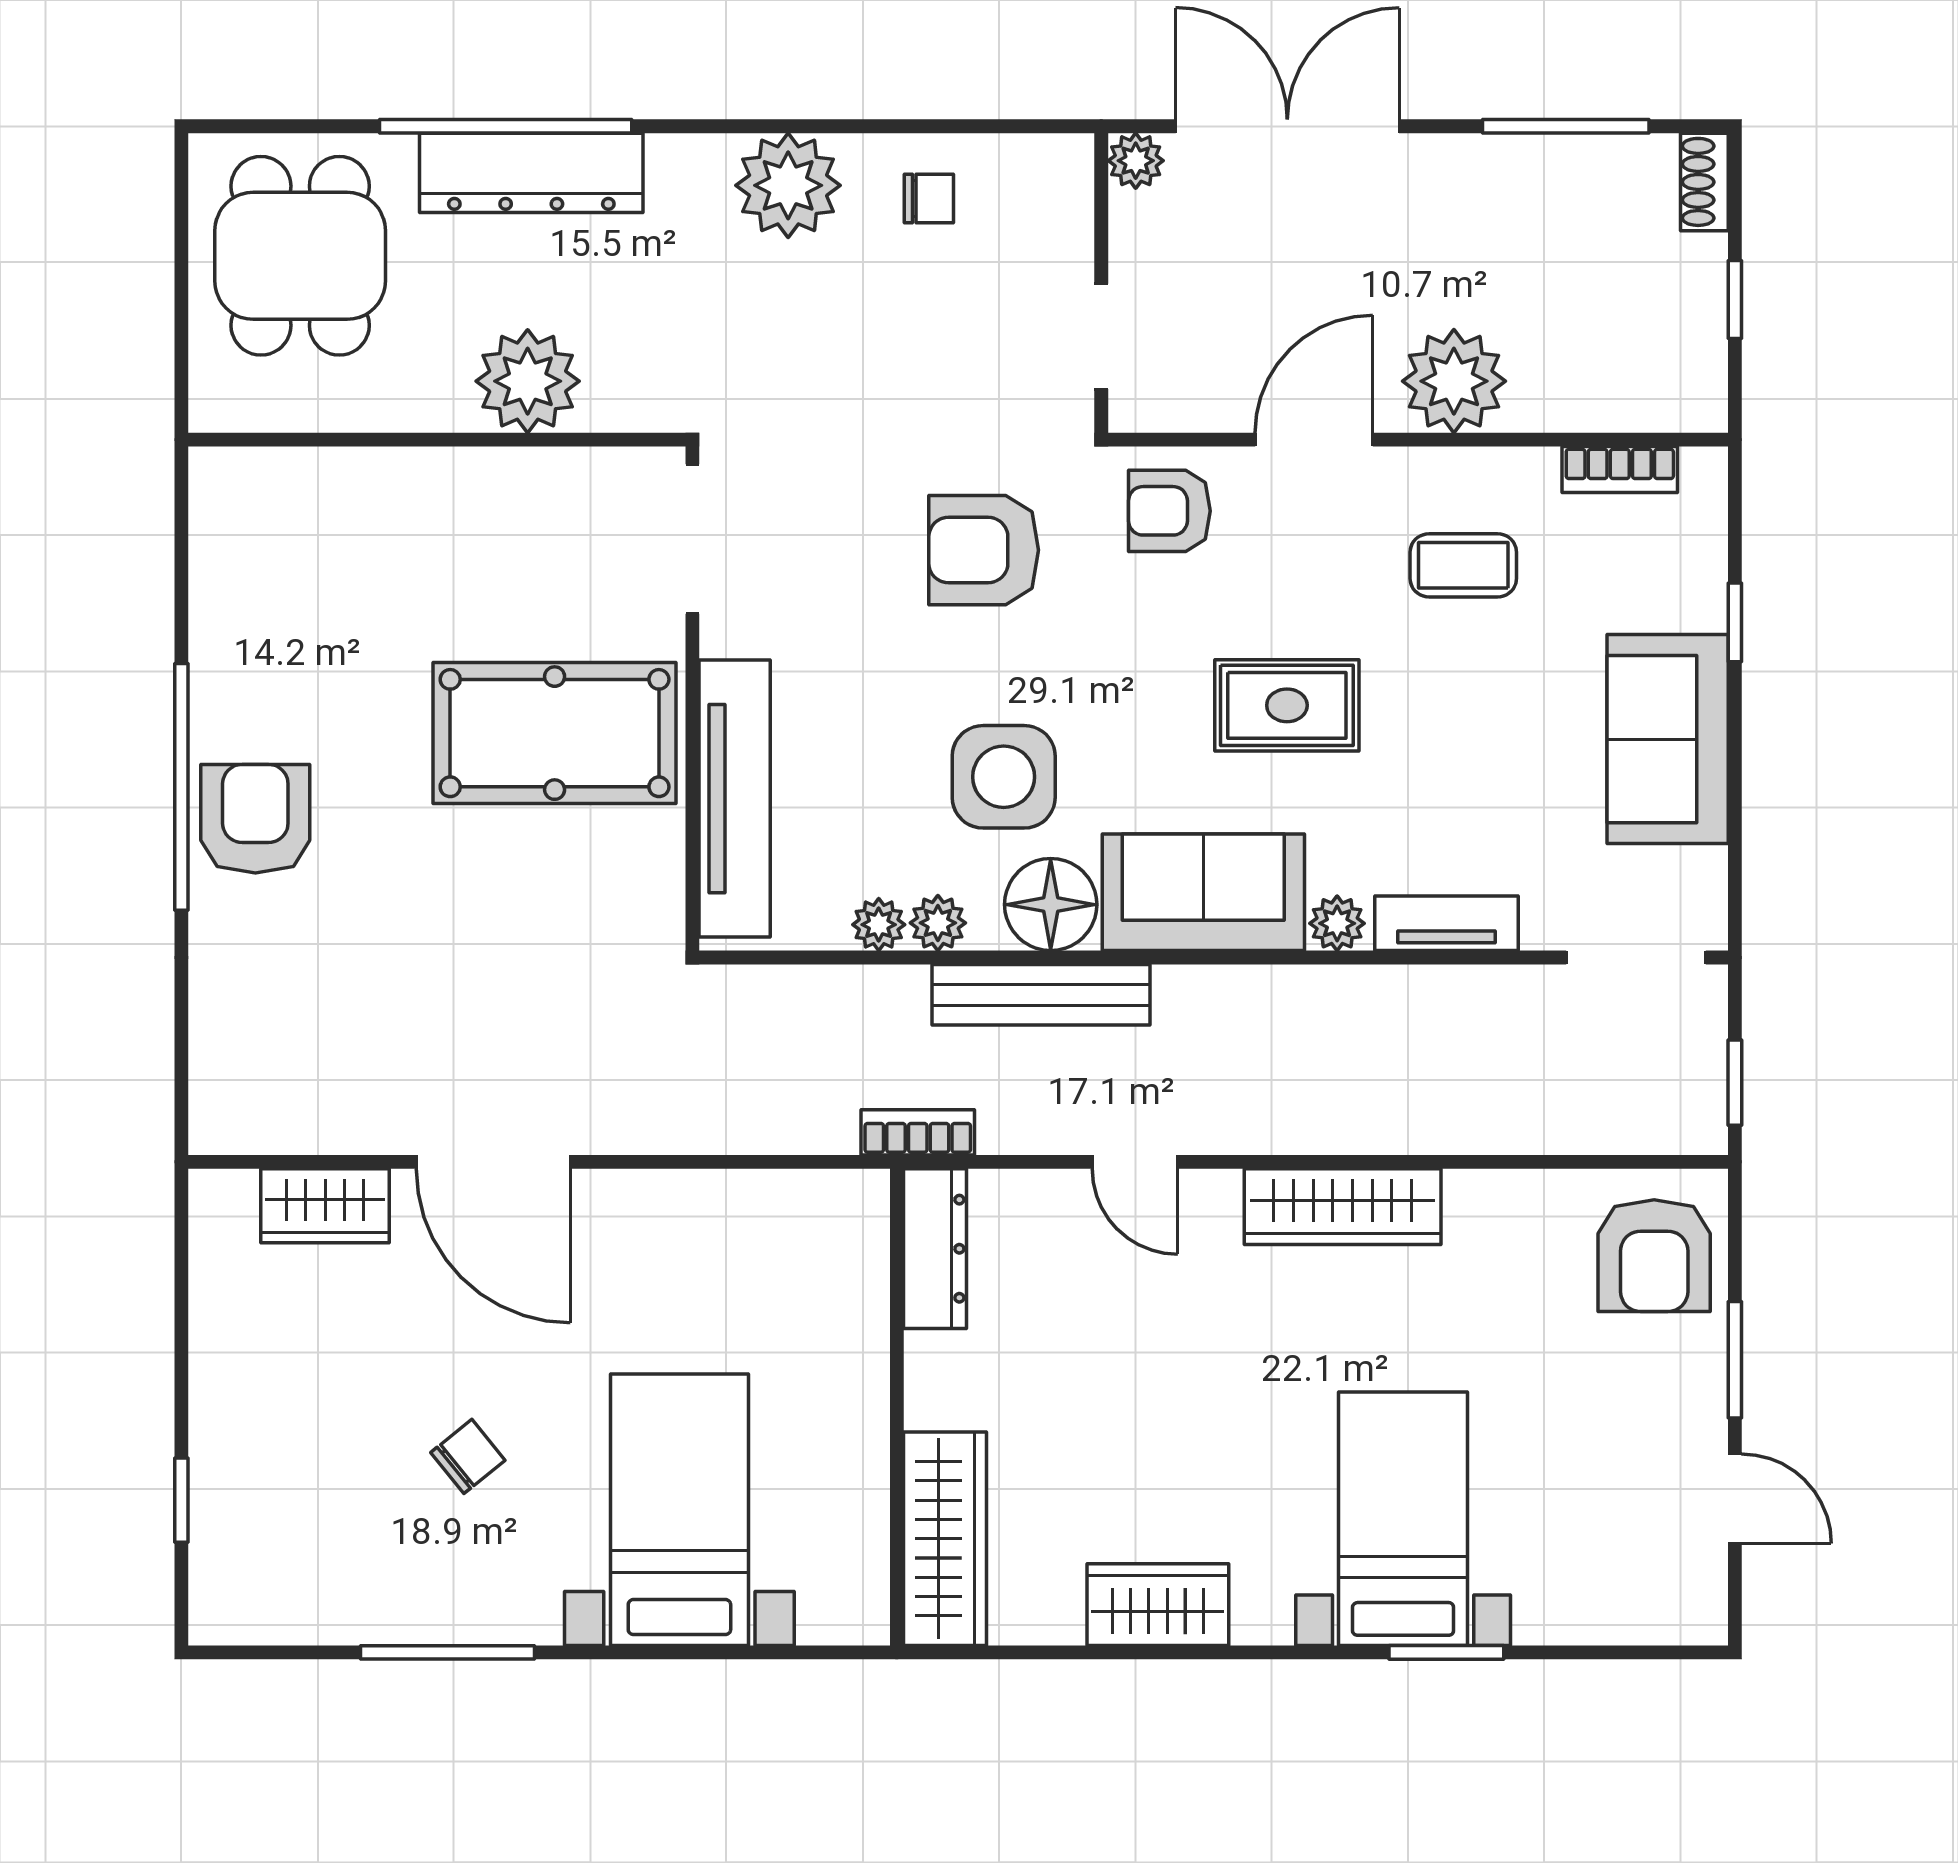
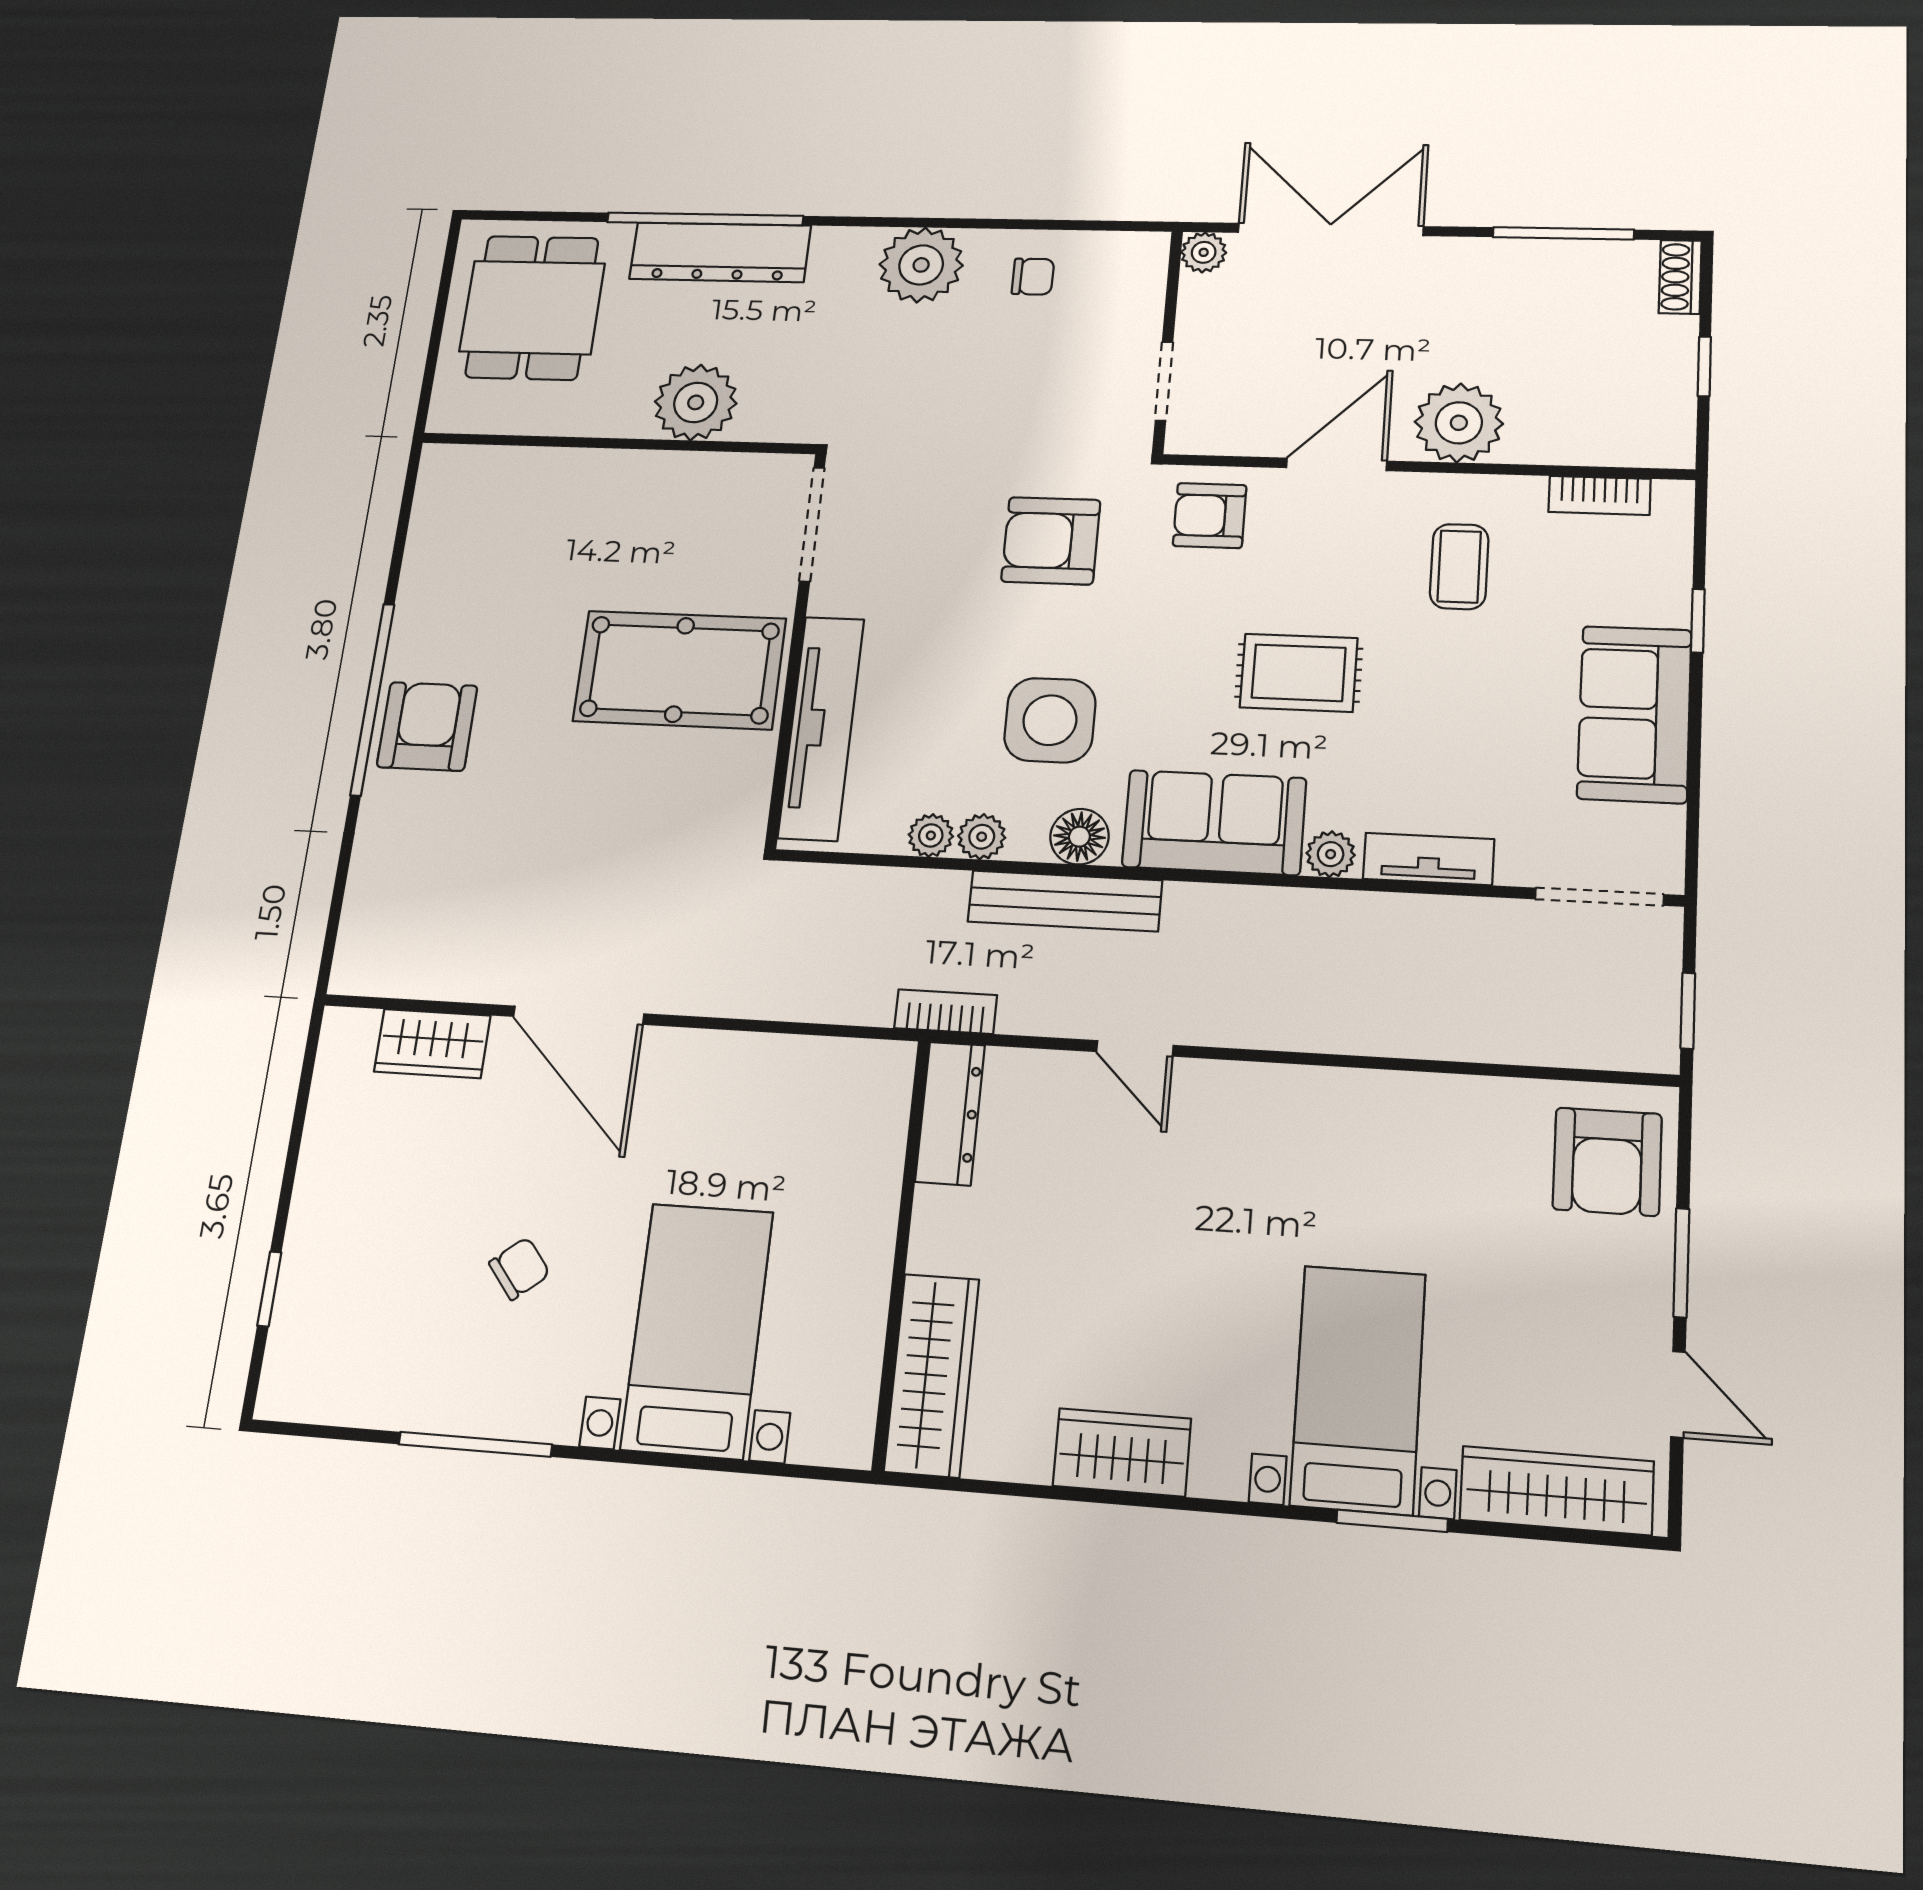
coffee table: (1463, 565) -> (1459, 567), turned 90
floor lamp: (1051, 905) -> (1079, 837), width x0.73, depth x0.73
wardrobe: (1343, 1207) -> (1557, 1491), moved, turned 180

